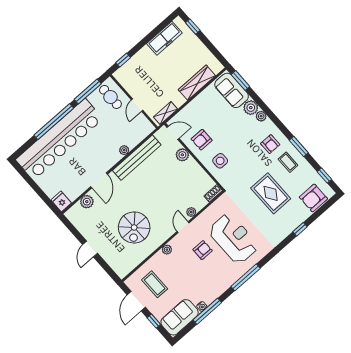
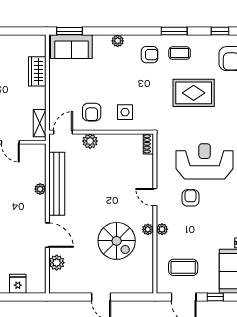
wardrobe: (197, 83) -> (37, 71), width x0.67
plant: (251, 108) -> (102, 43), removed
fridge: (61, 201) -> (18, 284), moved, turned 90
plant: (191, 212) -> (148, 229), moved

